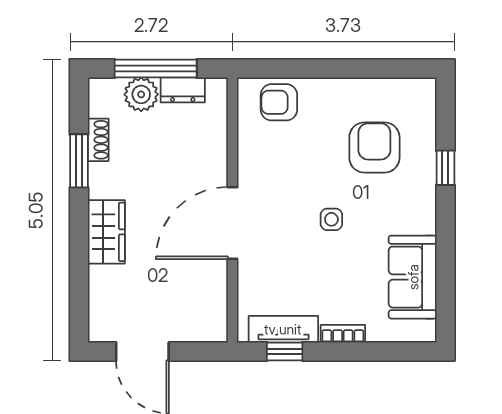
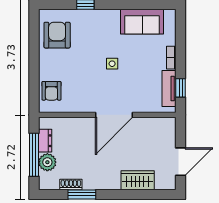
armchair: (374, 147) -> (57, 35), moved, turned 90
door: (232, 223) -> (114, 115), hinge flipped
wardrobe: (106, 232) -> (138, 180), moved

